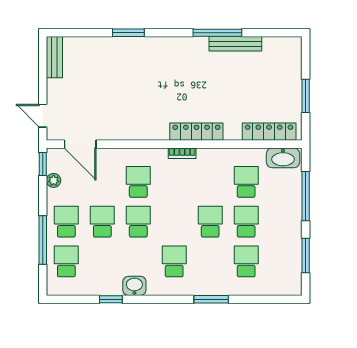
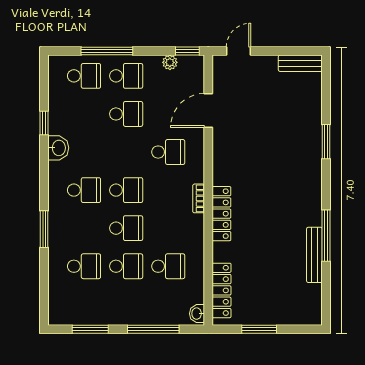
door: (80, 144) -> (208, 111), moved
washbasin: (283, 158) -> (197, 314), width x0.52, depth x0.69
school desk: (138, 222) -> (126, 190), moved

